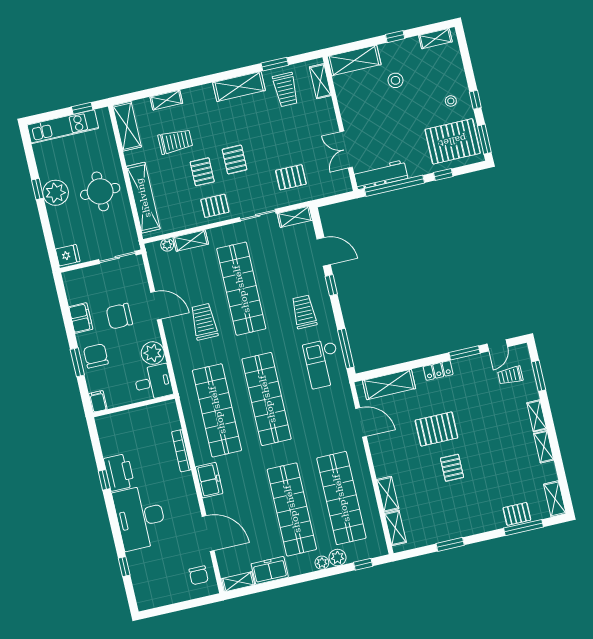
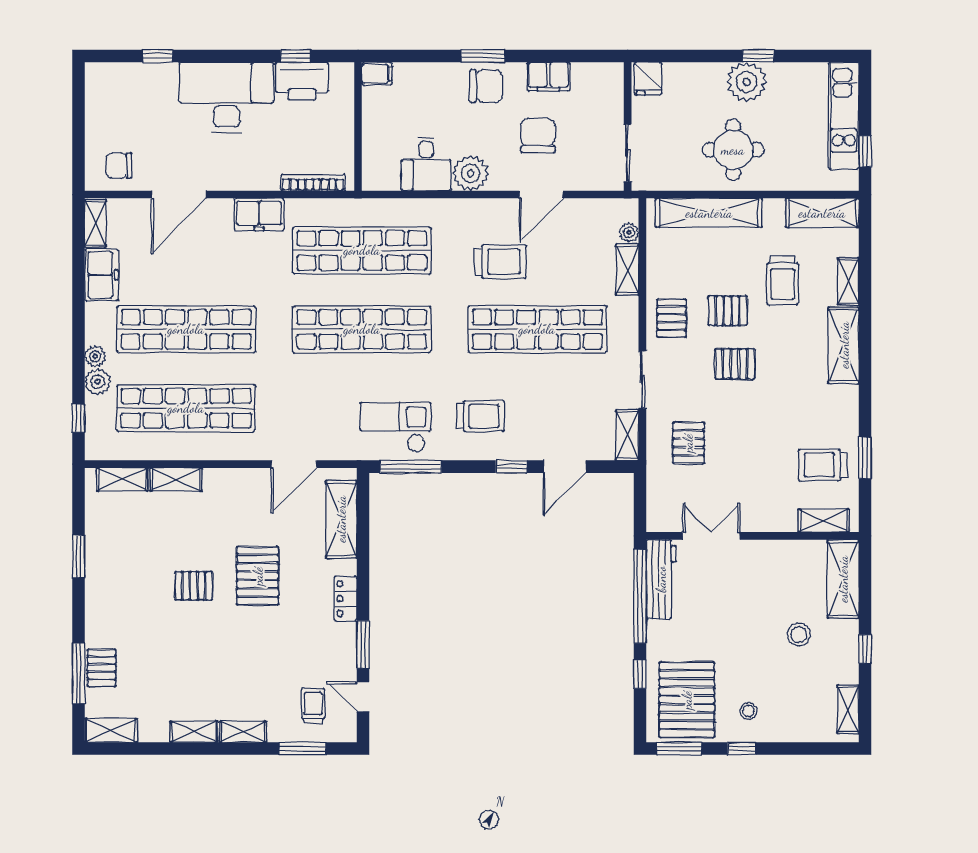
shelving: (239, 87) -> (844, 345), moved
filing cabinet: (98, 401) -> (377, 74), moved
wall: (134, 406) -> (358, 127), moved

